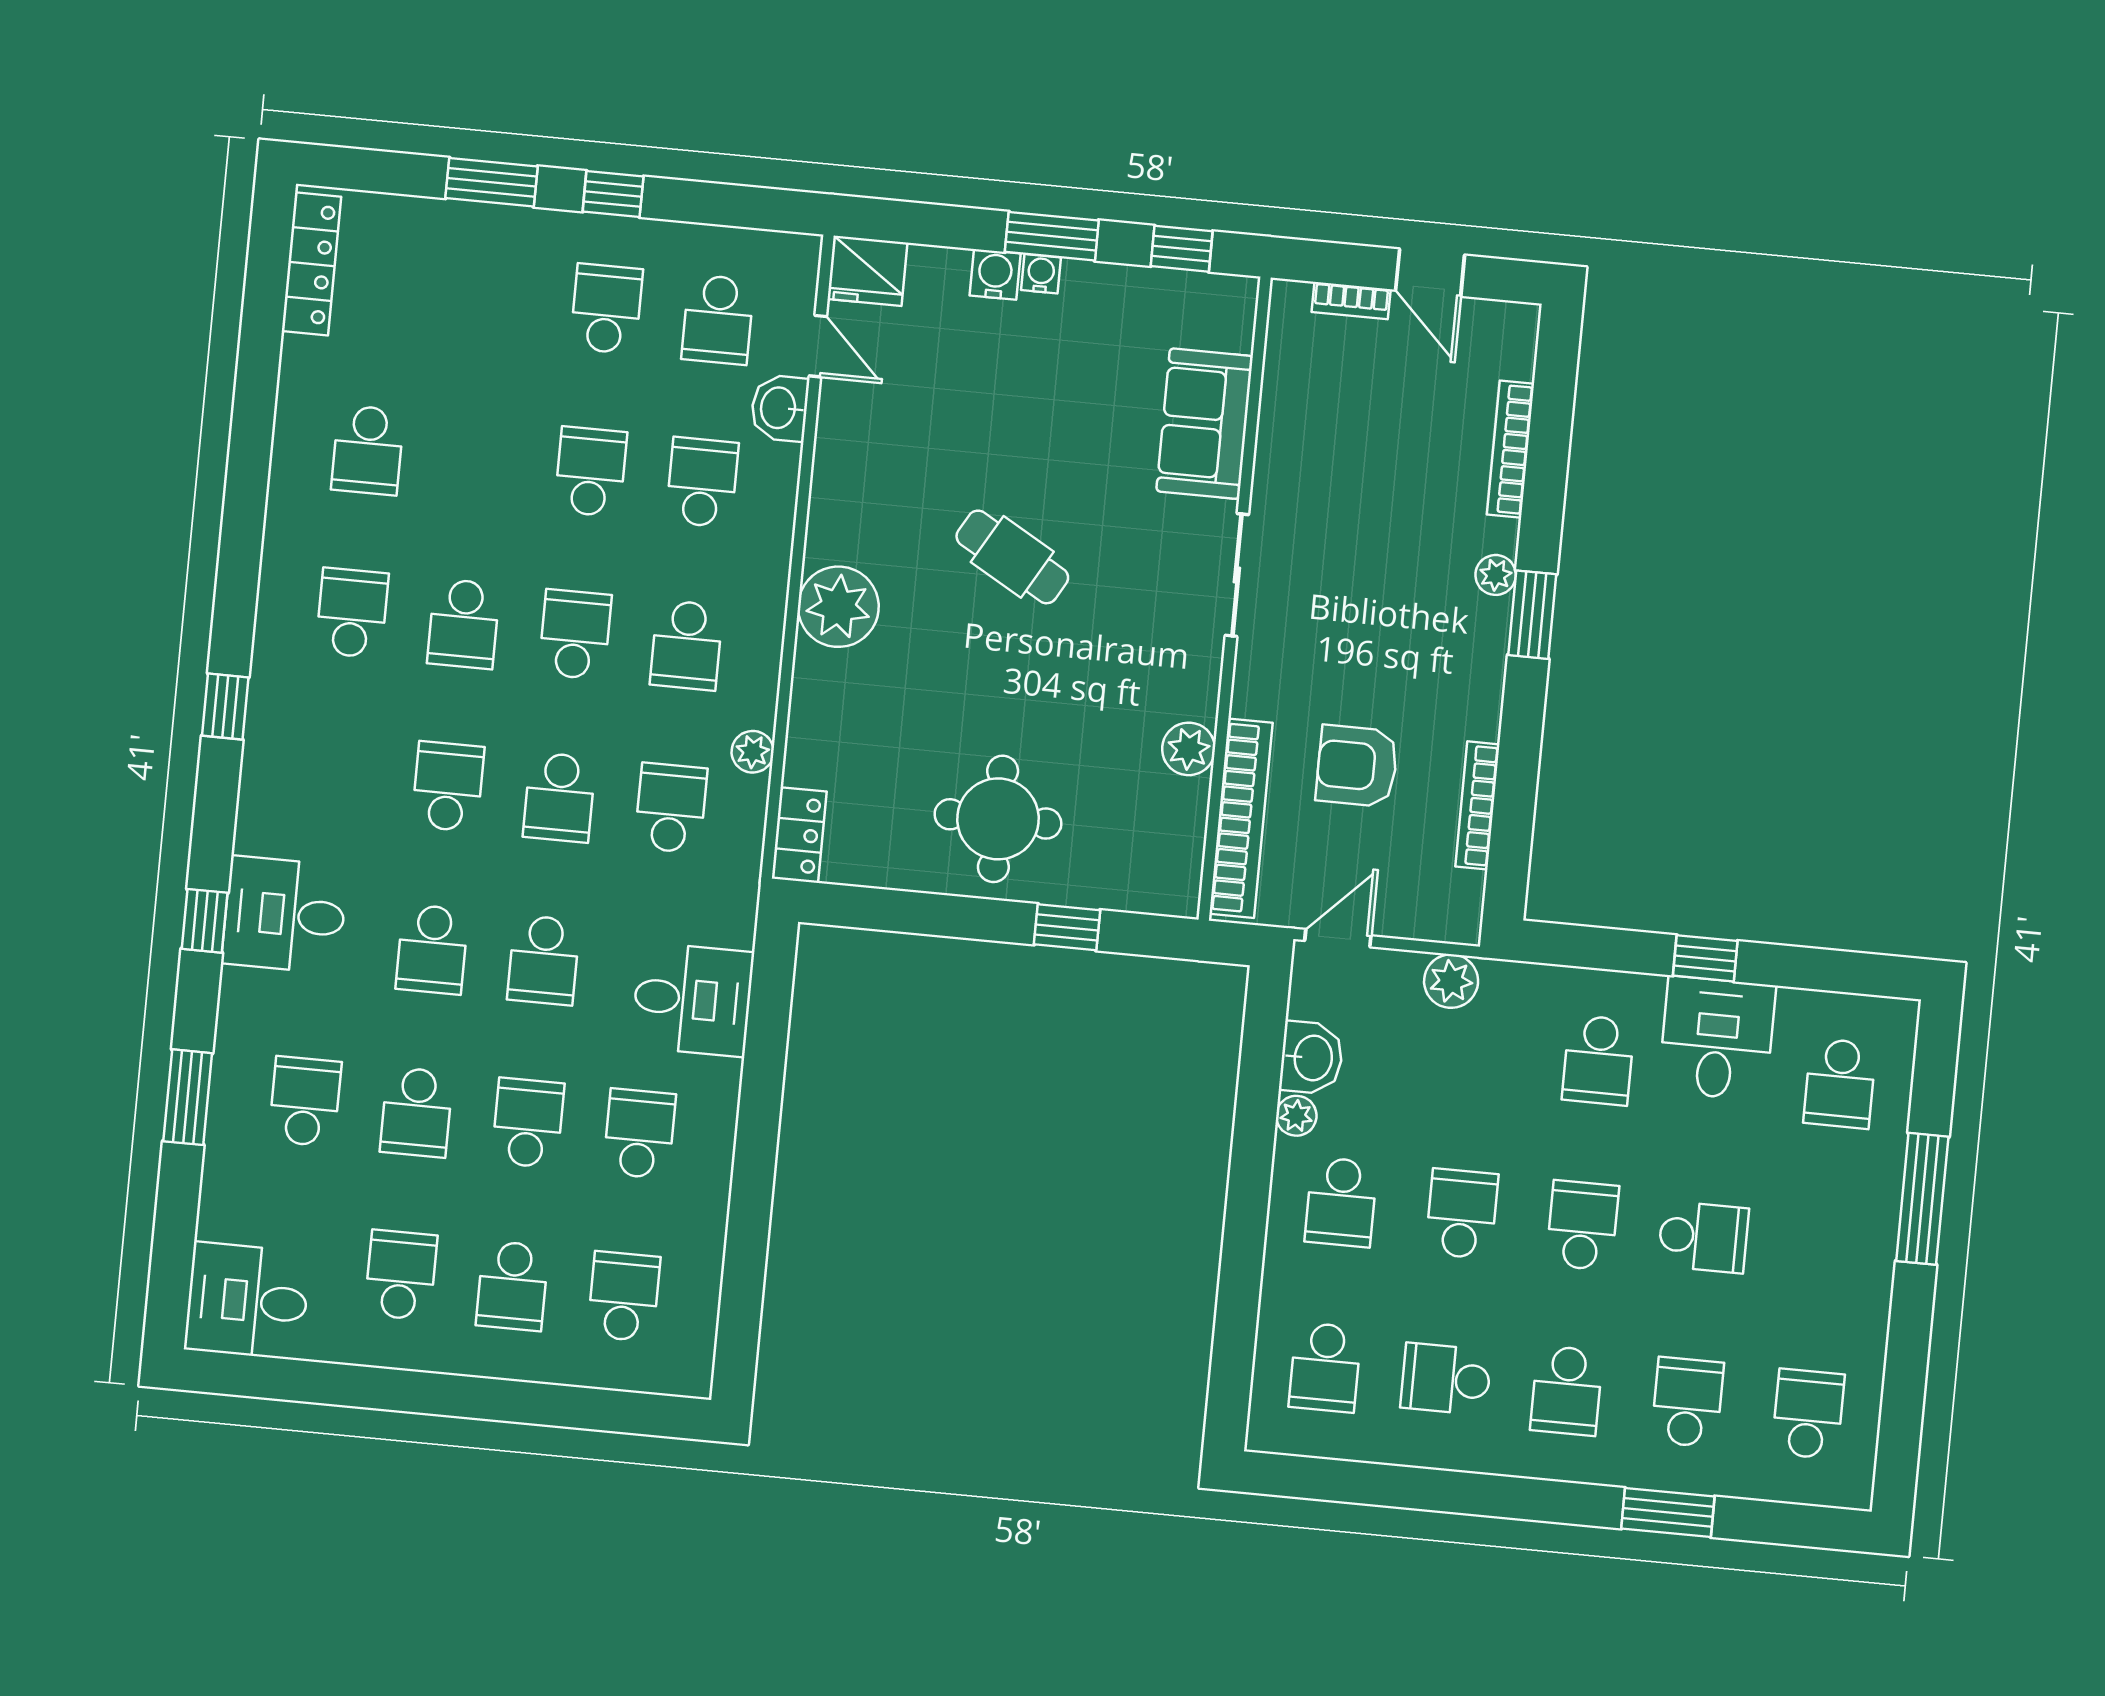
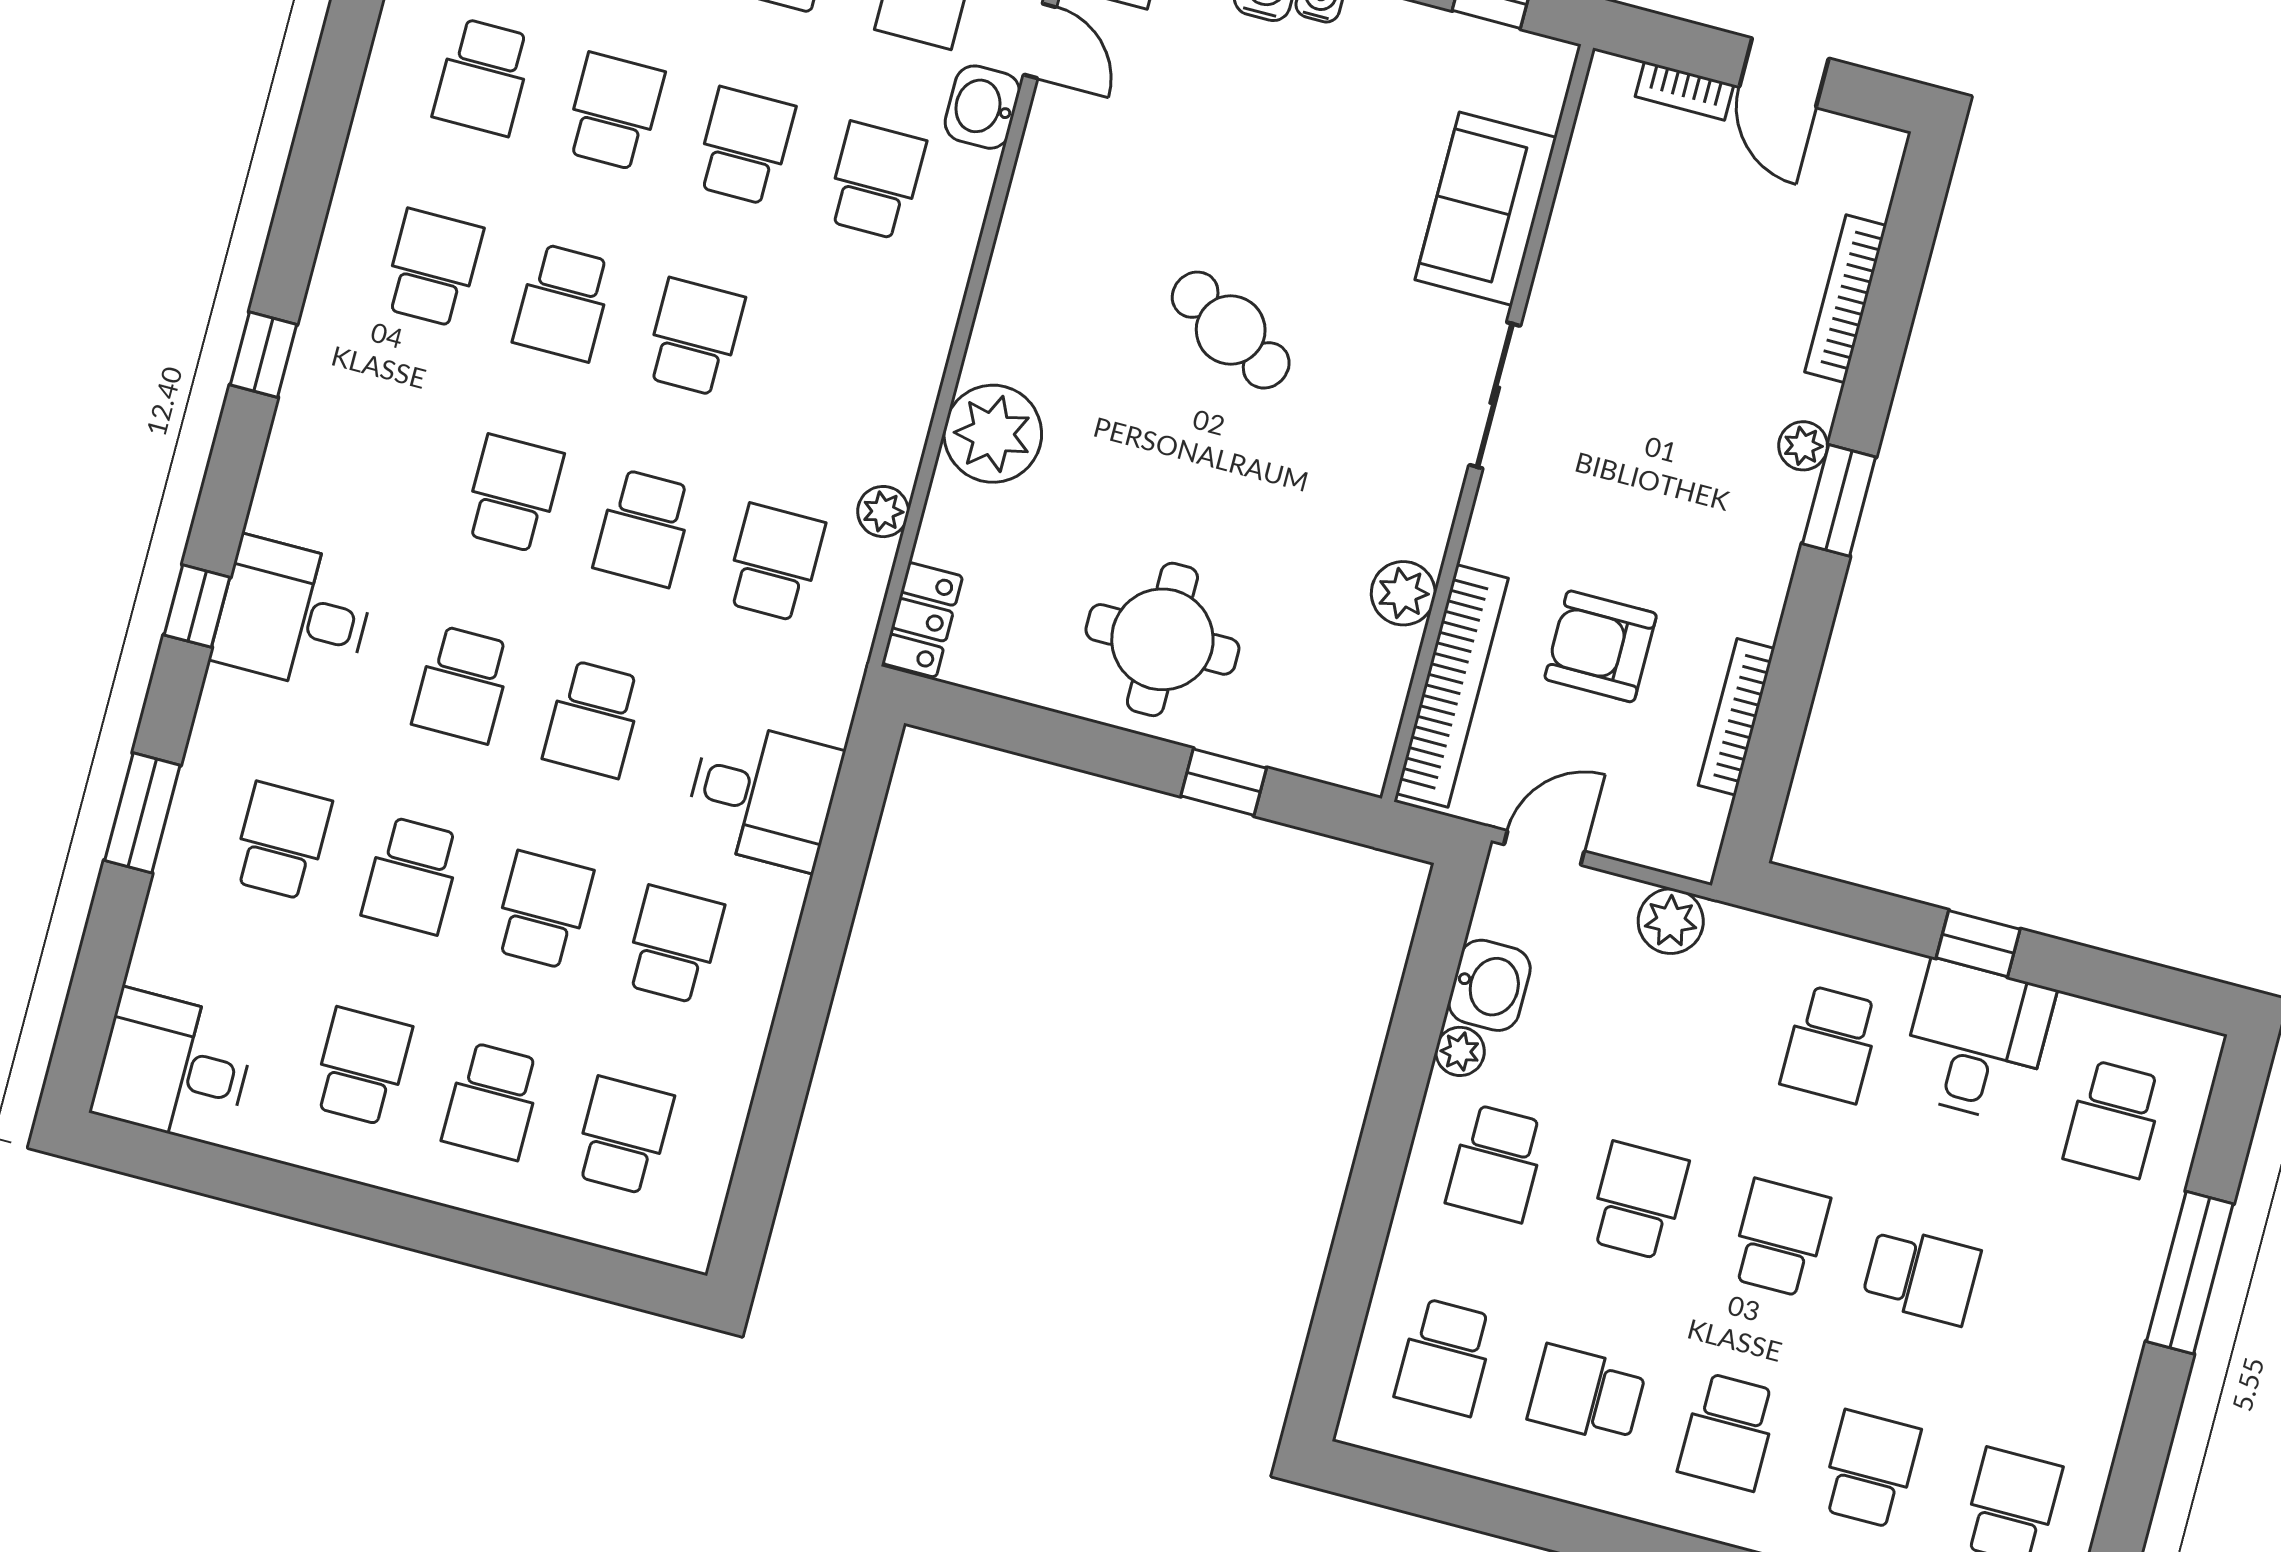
plant: (838, 607) -> (993, 434), moved
school desk: (686, 645) -> (614, 111), moved, turned 180

